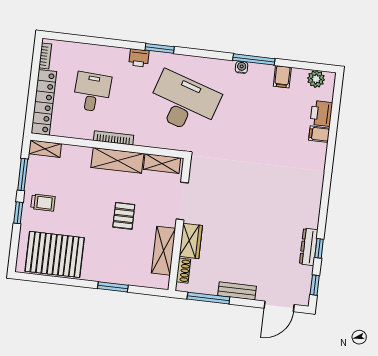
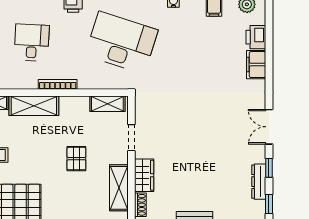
filing cabinet: (319, 134) -> (256, 65), width x2.00
shelving: (117, 160) -> (34, 106), moved
doorway: (182, 201) -> (131, 138), width x0.73
double door: (324, 206) -> (269, 127), added
dresser: (309, 247) -> (259, 182), moved

